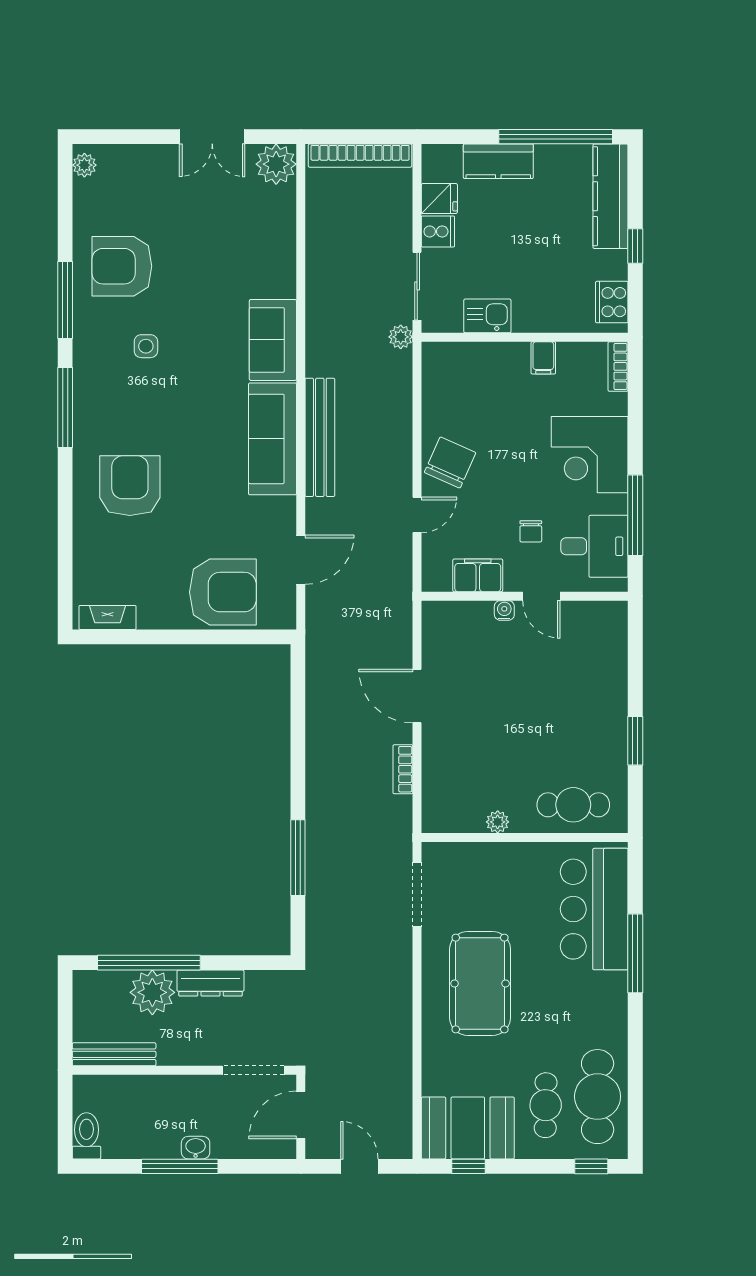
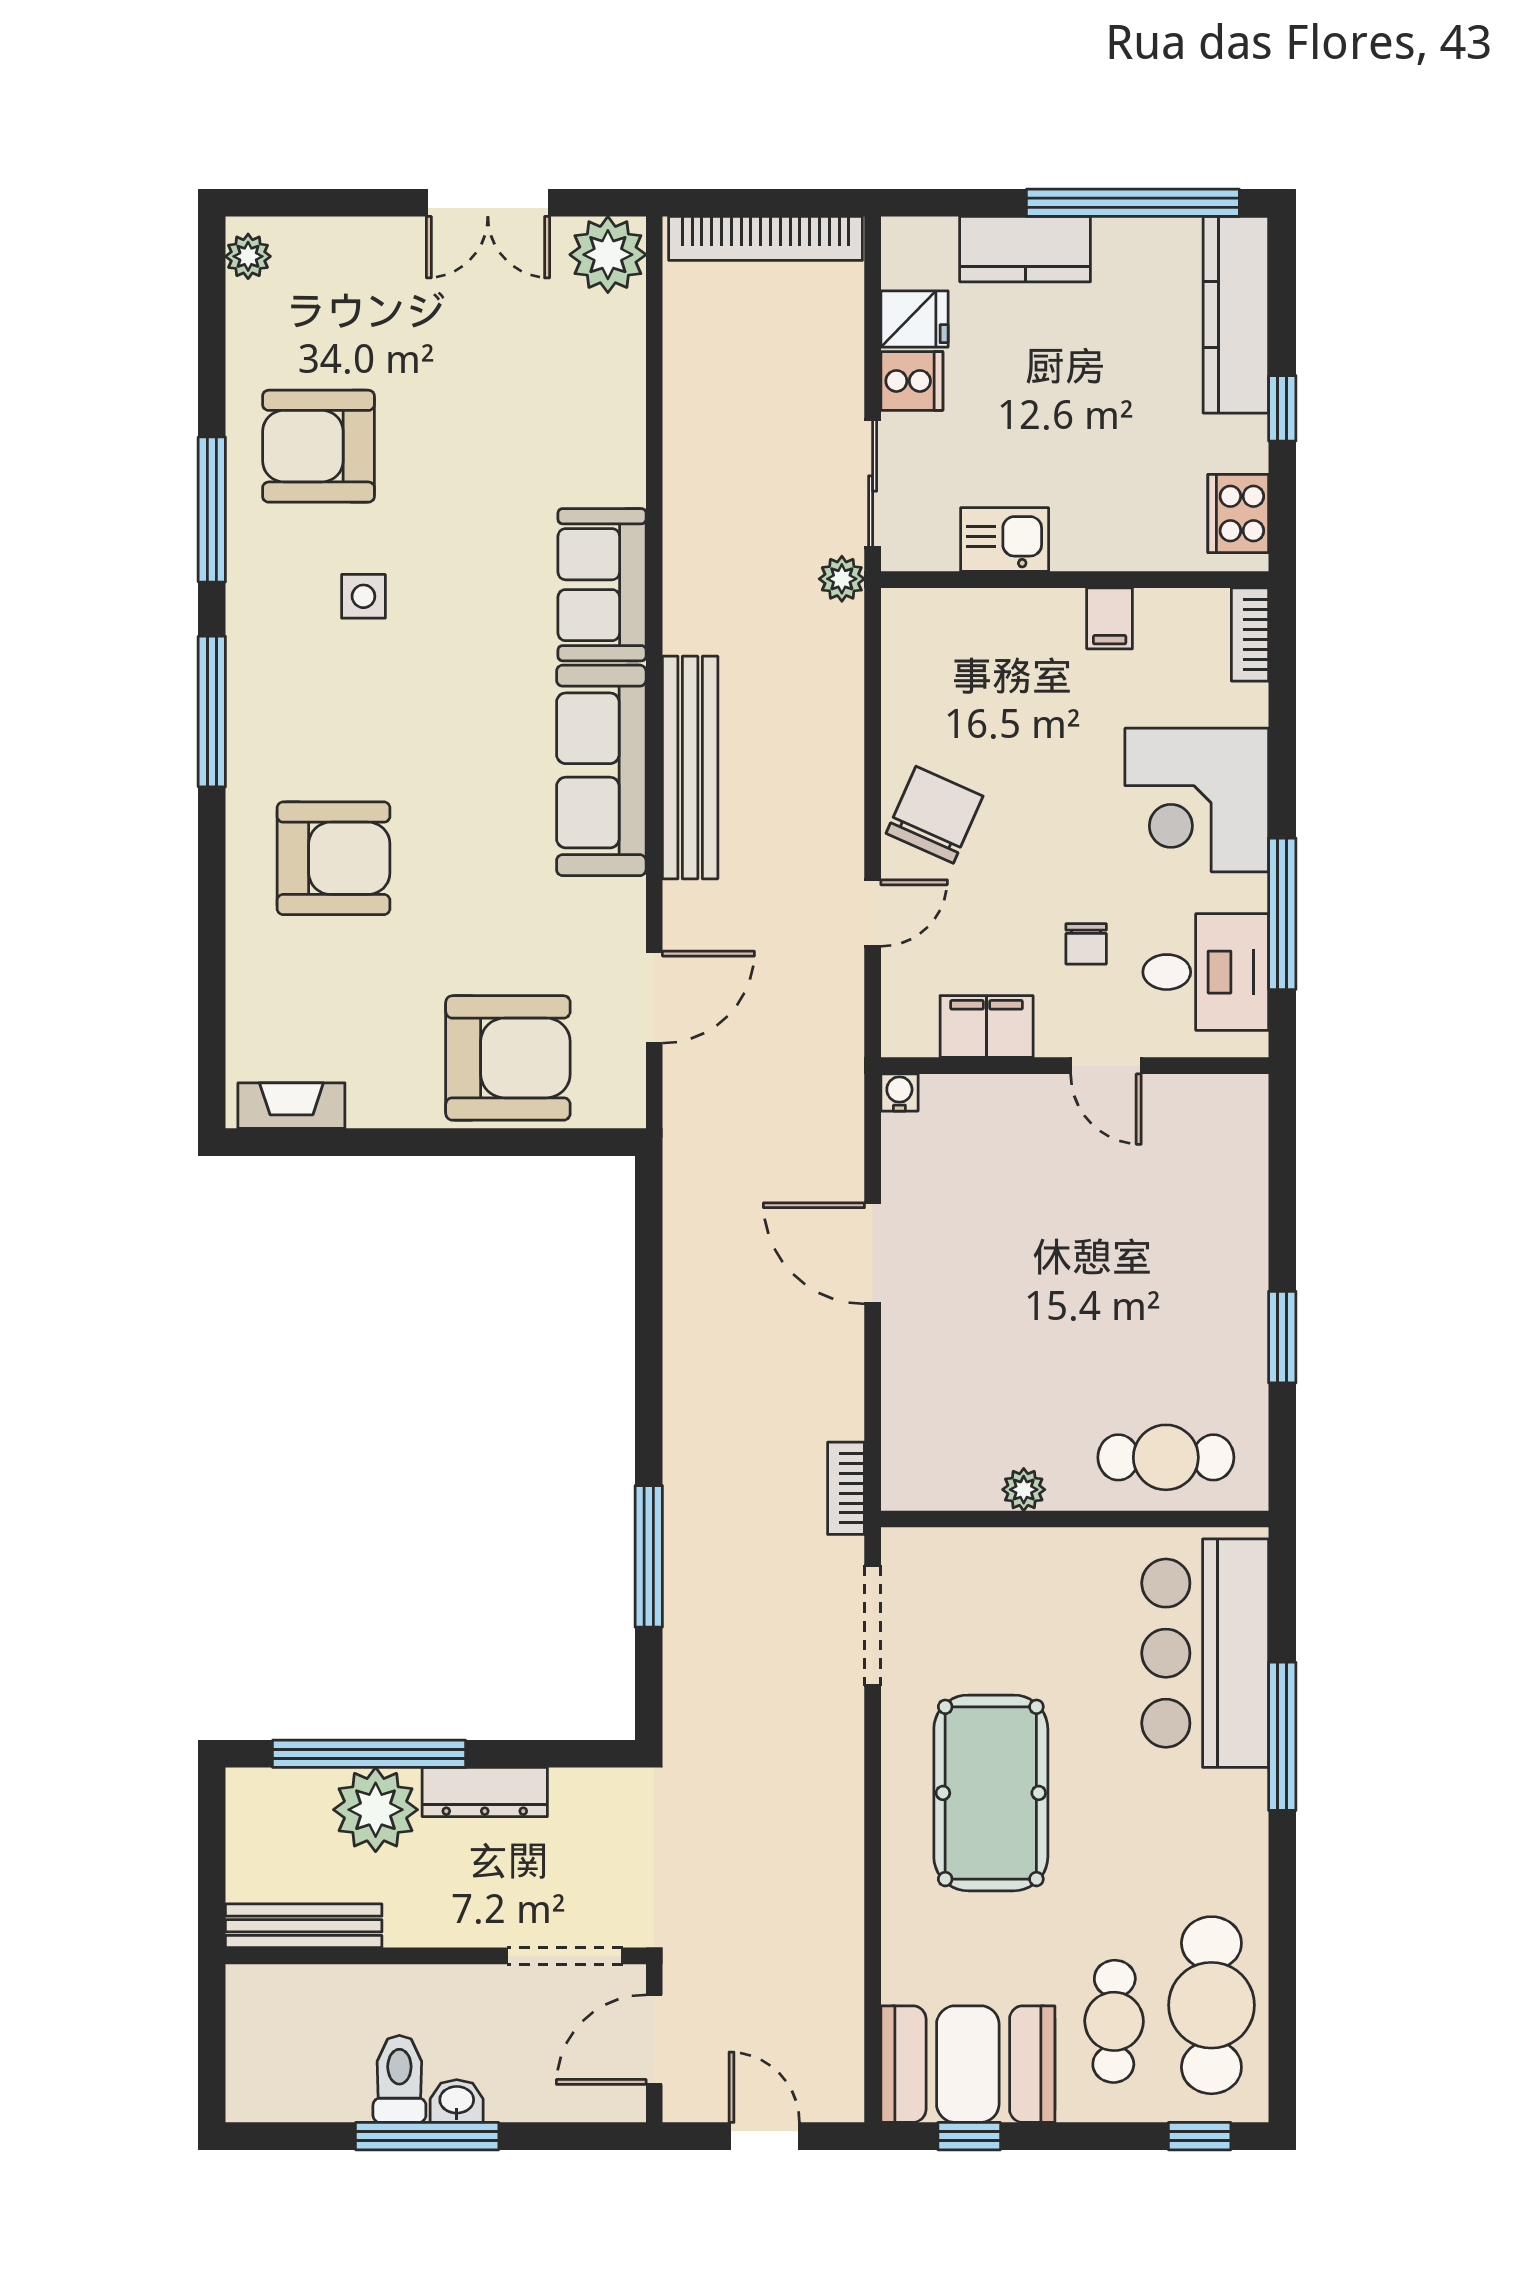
armchair: (130, 486) -> (334, 858), turned 90
water cooler: (504, 610) -> (899, 1092), moved
bookcase: (403, 769) -> (846, 1488), moved
toilet: (86, 1136) -> (399, 2079), moved

